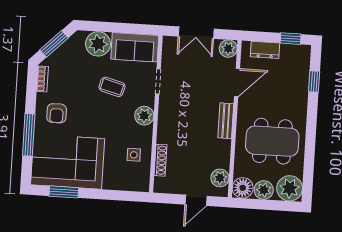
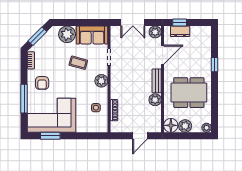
window: (291, 39) -> (180, 23), moved
window: (314, 81) -> (215, 65), moved
plant: (220, 178) -> (155, 100), moved
plant: (290, 188) -> (207, 128), width x0.53, depth x0.53

